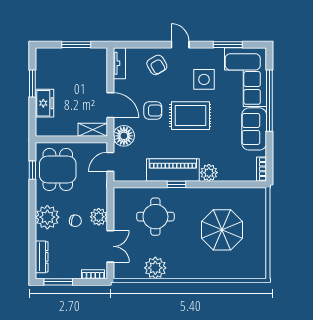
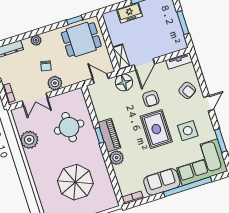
armchair: (157, 65) -> (187, 90), turned -91
piano: (173, 170) -> (109, 135), width x0.73, depth x0.75
plant: (47, 217) -> (36, 40), width x0.53, depth x0.53

